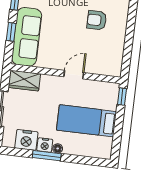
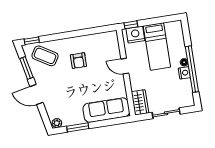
window: (11, 32) -> (106, 123), removed
nightstand: (26, 140) -> (135, 35), moved, turned -90
window: (47, 156) -> (192, 69), width x2.11

